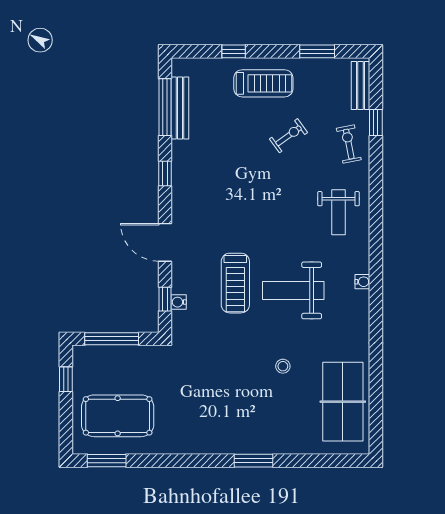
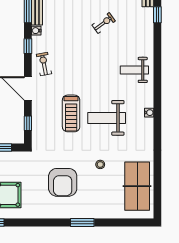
exercise bike: (349, 144) -> (44, 64), moved
weight bench: (338, 212) -> (134, 70), turned 90
water cooler: (179, 302) -> (36, 31), moved
armchair: (222, 395) -> (63, 182), added

